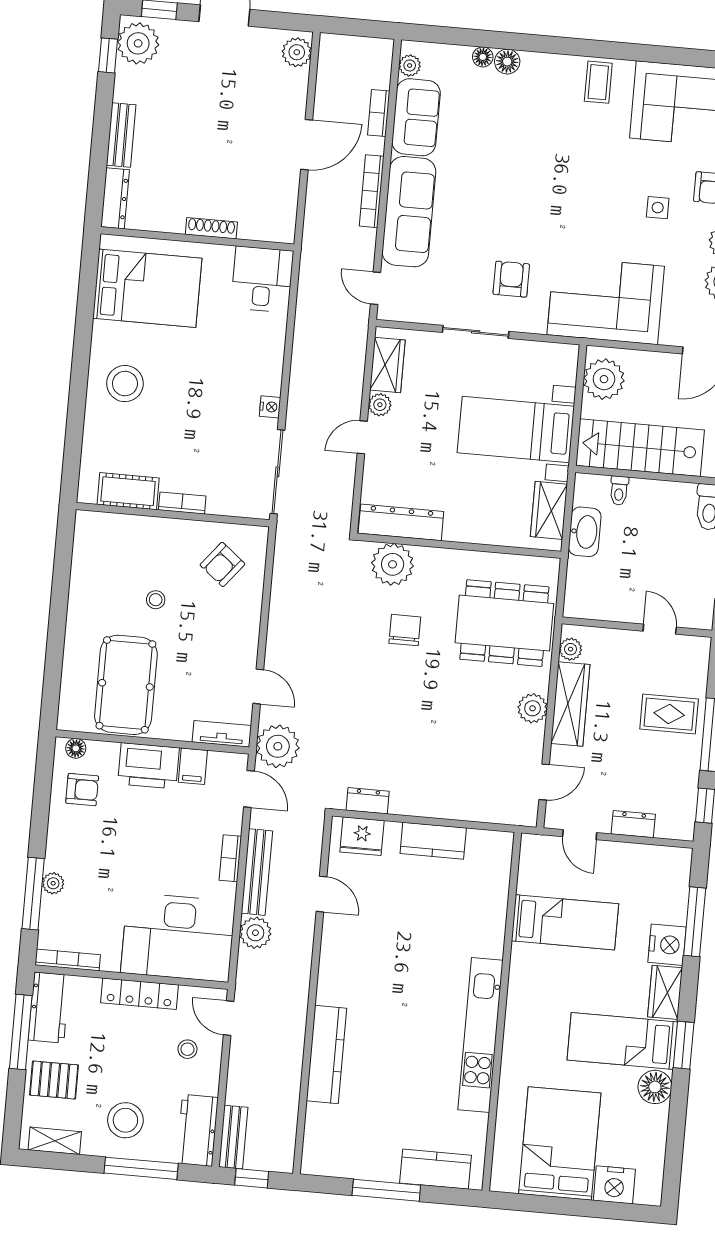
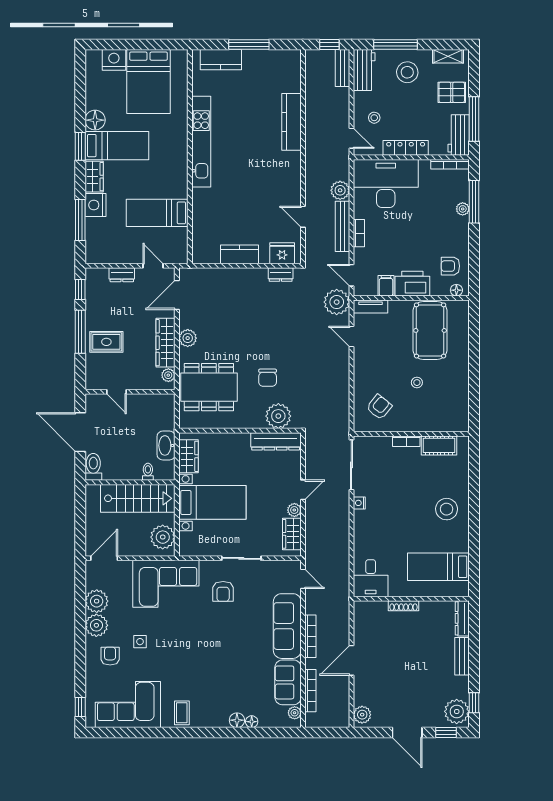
bookcase: (379, 113) -> (310, 691), width x1.56
bed: (147, 288) -> (438, 567), width x0.67
door: (544, 782) -> (177, 295), width x1.38

